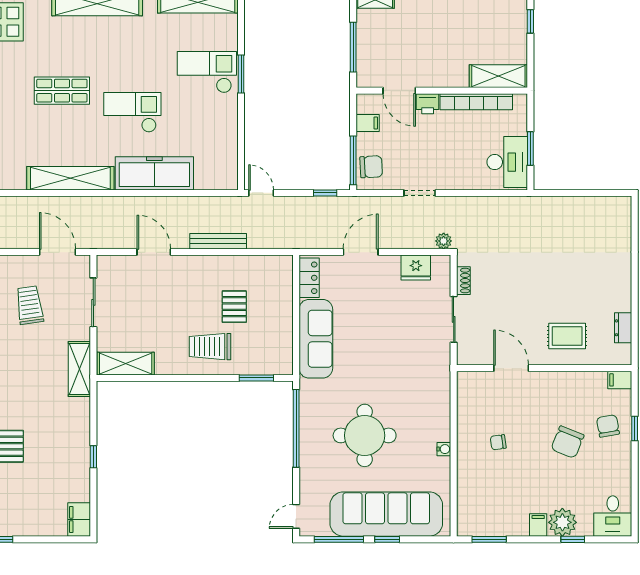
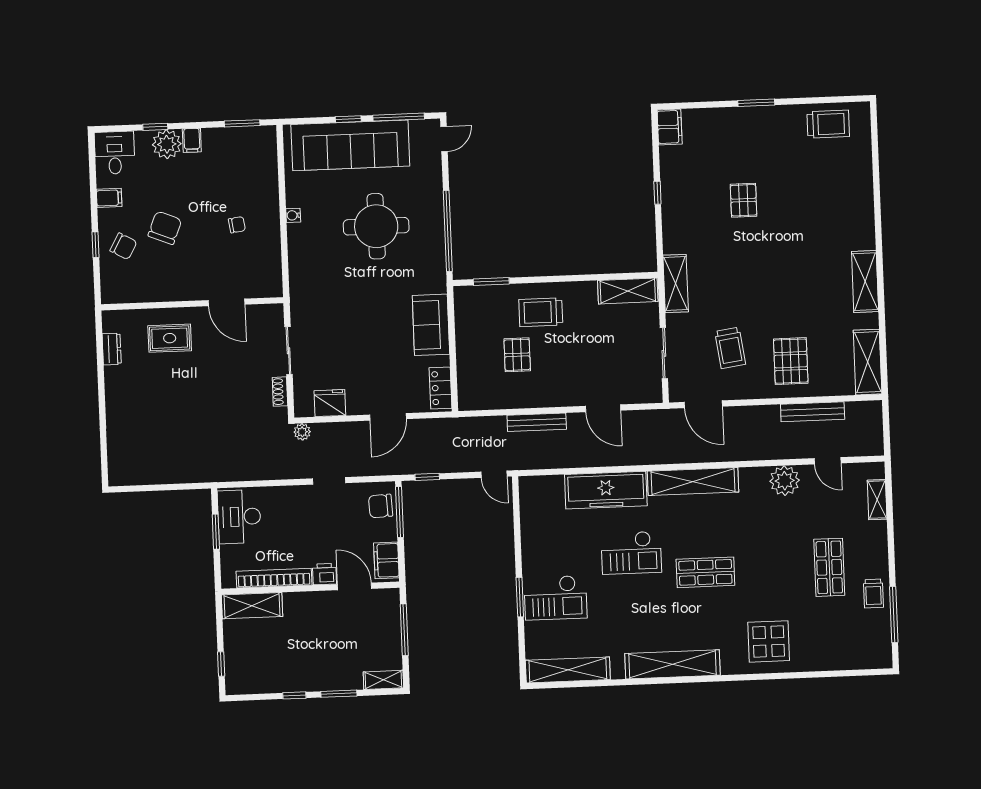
filing cabinet: (368, 123) -> (386, 560), width x2.00
sofa: (316, 339) -> (431, 325), width x0.73
trolley: (210, 347) -> (541, 312), turned 180
filing cabinet: (620, 380) -> (109, 198), moved
chair: (608, 426) -> (123, 246), turned -51

